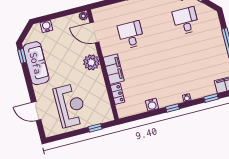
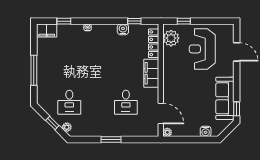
plant: (91, 62) -> (171, 38), moved
locker: (118, 94) -> (154, 43), width x1.53
window: (172, 108) -> (134, 21), moved

